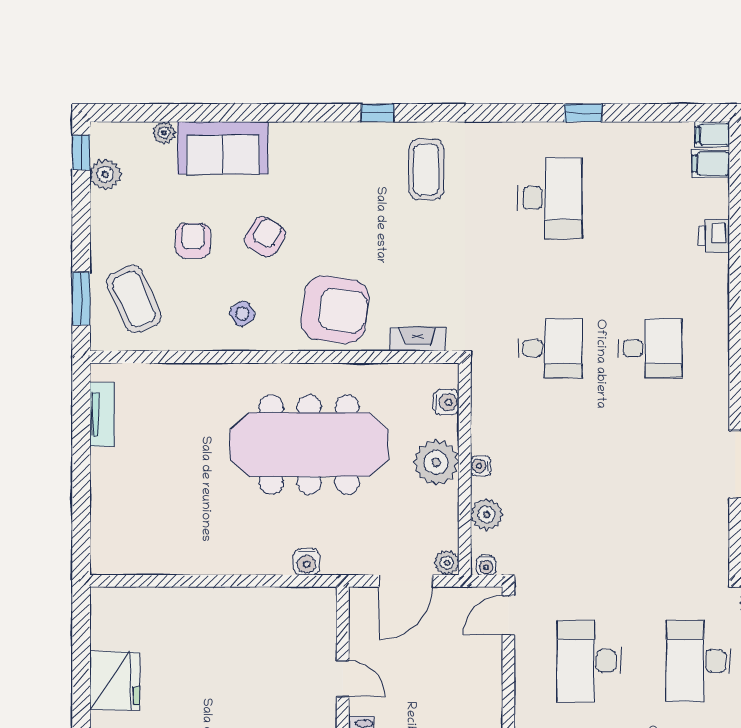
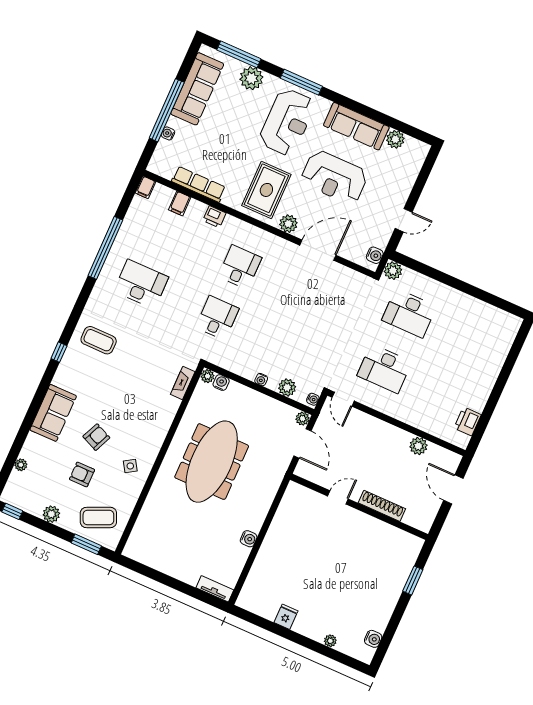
window: (583, 113) -> (105, 248), width x3.17
sofa: (223, 148) -> (53, 413), moved
filing cabinet: (711, 164) -> (180, 203), moved
plant: (105, 175) -> (51, 514), moved
printer: (714, 236) -> (214, 217), moved
armchair: (265, 237) -> (96, 437), turned 82
armchair: (335, 310) -> (149, 418), removed
tv unit: (102, 414) -> (215, 589), moved
plant: (436, 462) -> (207, 376), moved, width x0.53, depth x0.53
water cooler: (306, 562) -> (249, 539), moved
fridge: (115, 681) -> (286, 617), width x0.53, depth x0.75

